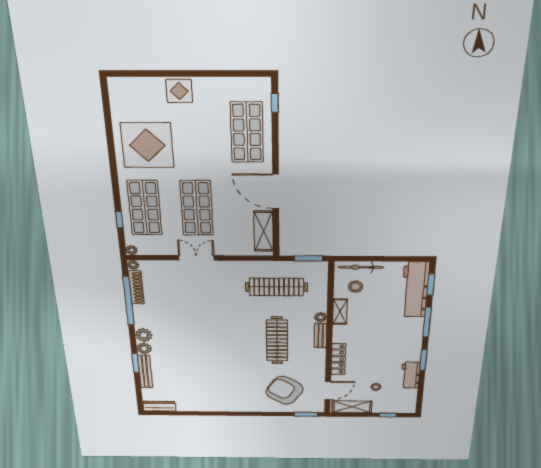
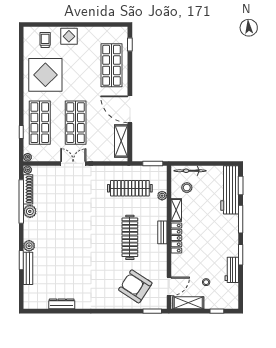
trolley: (142, 96) -> (45, 40), added
plant: (321, 317) -> (162, 196), moved
plant: (144, 335) -> (30, 211), moved
locker: (338, 359) -> (176, 238), moved
dresser: (159, 406) -> (62, 304), moved

